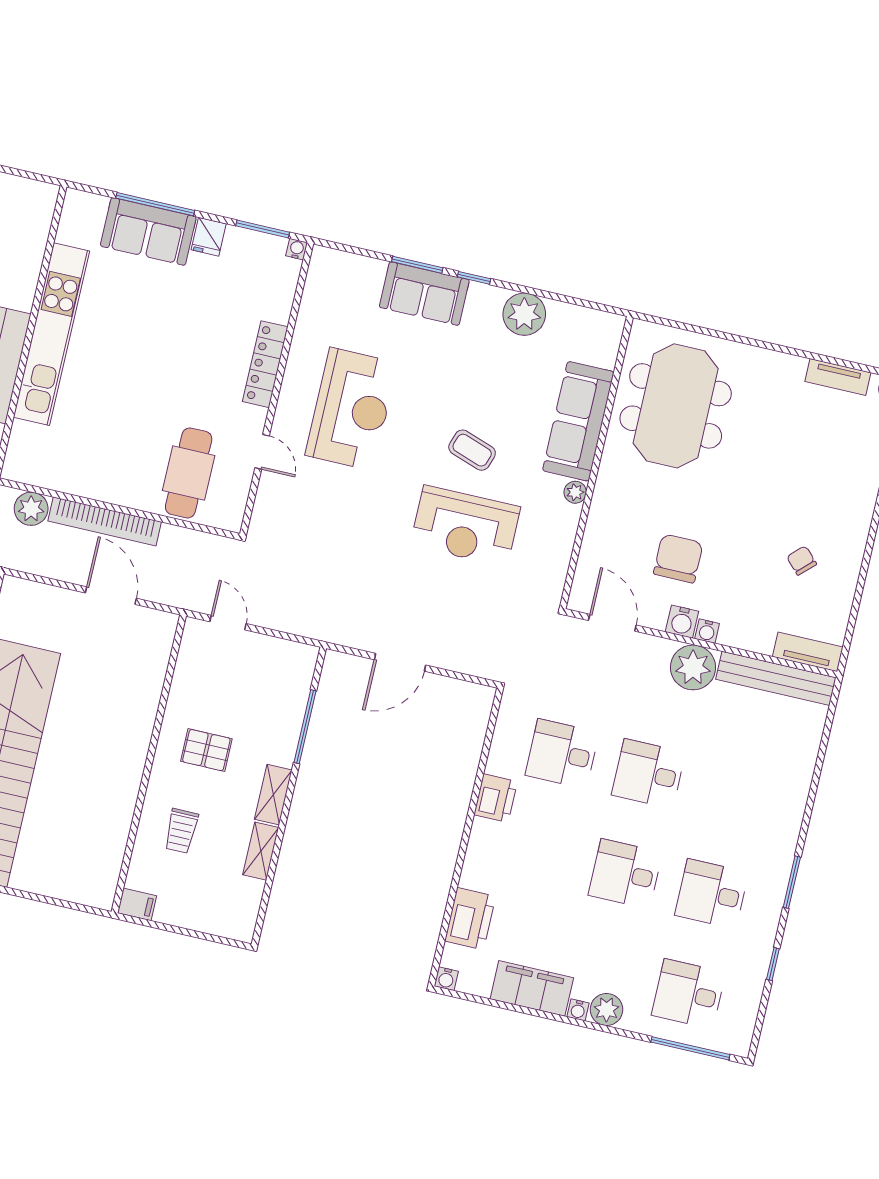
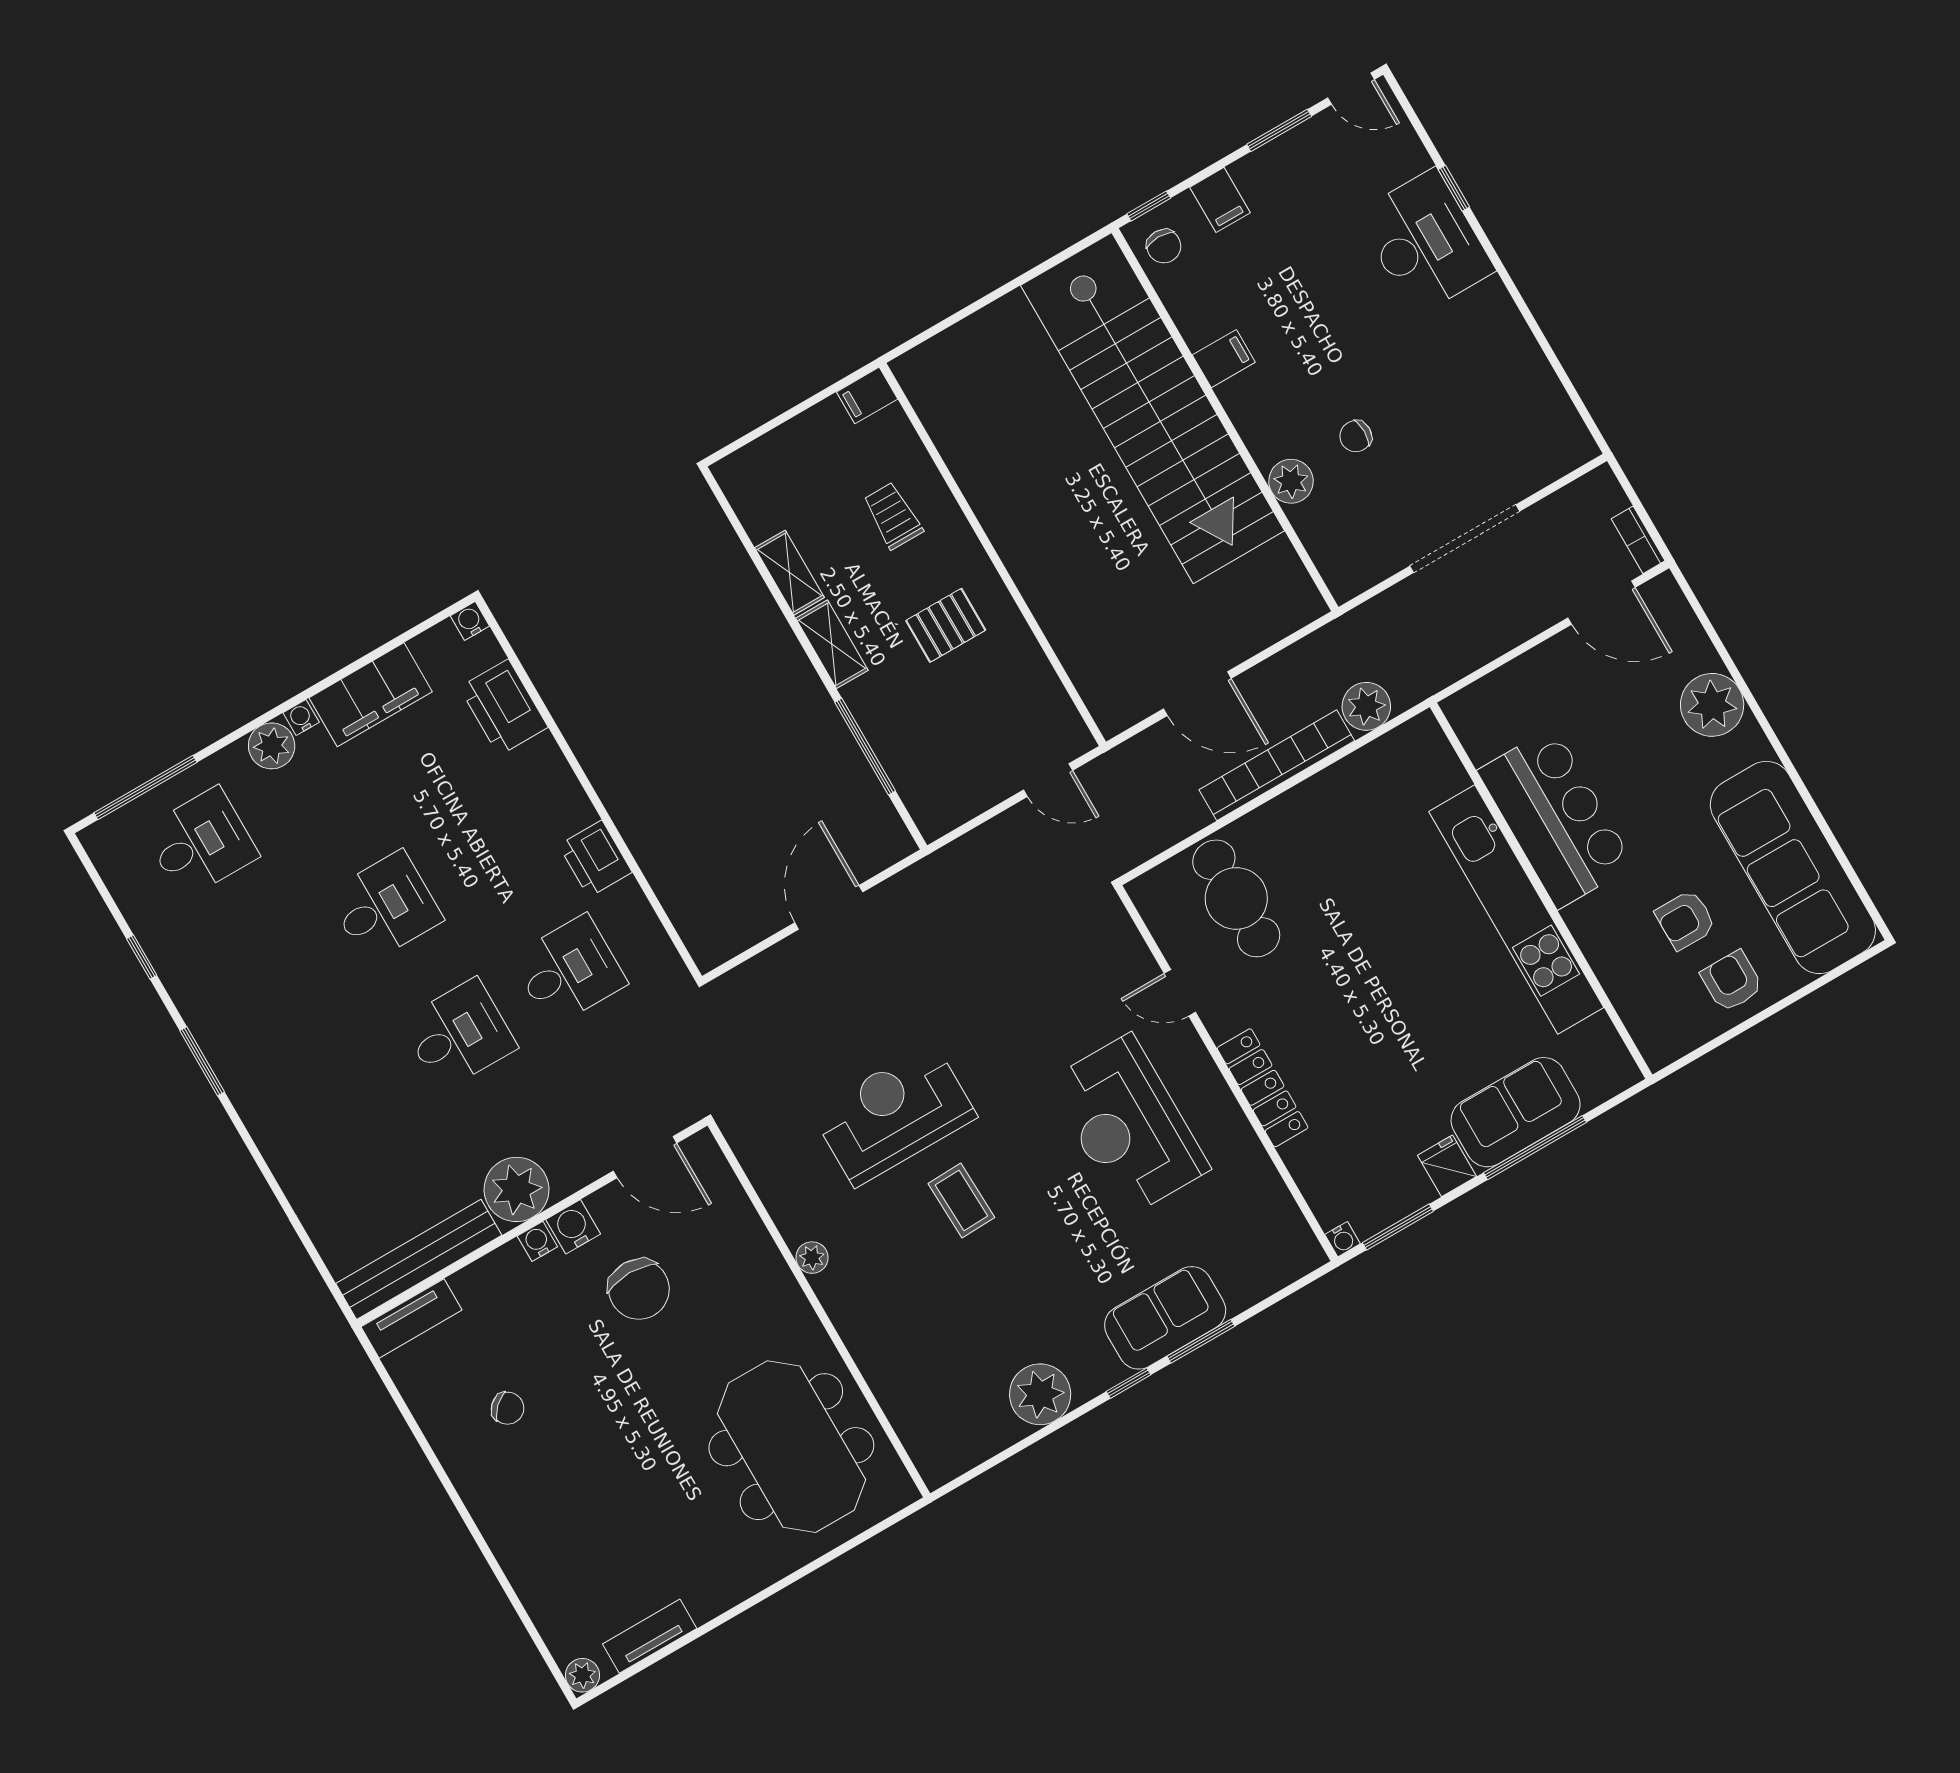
sofa: (578, 421) -> (878, 1335), removed
coffee table: (472, 450) -> (961, 1201), turned 69
desk: (712, 894) -> (275, 971), removed

